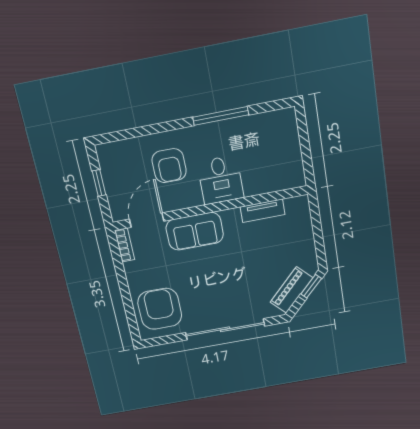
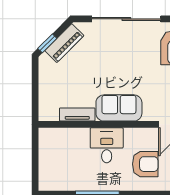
armchair: (169, 166) -> (145, 164), turned 90
sofa: (195, 231) -> (119, 108), moved

